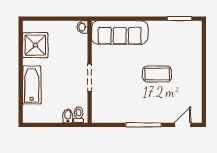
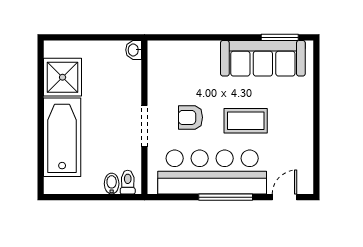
sofa: (120, 32) -> (263, 58), moved
armchair: (120, 72) -> (190, 117), added
bathtub: (32, 85) -> (62, 137), width x1.36, depth x1.36
bar counter: (135, 108) -> (212, 172), added

